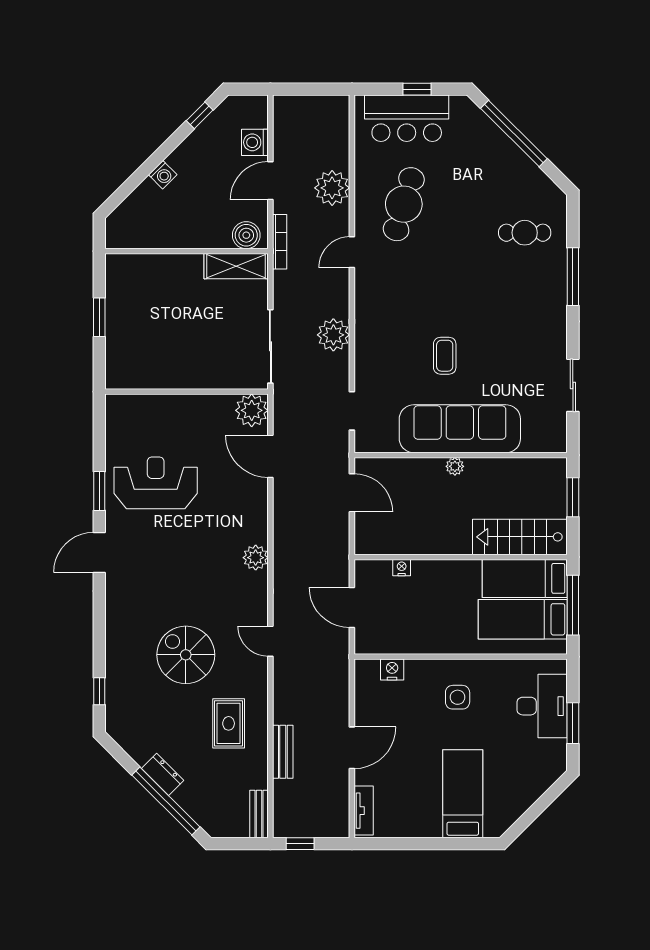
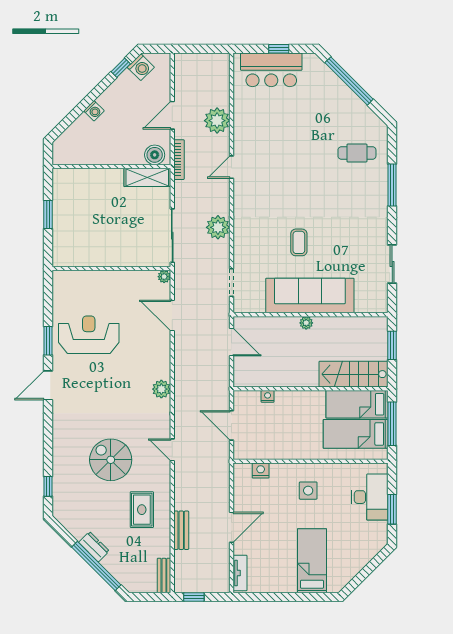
washing machine: (255, 142) -> (141, 67), moved, turned -135
cafe table: (404, 204) -> (269, 132), removed
plant: (252, 410) -> (164, 277), width x0.53, depth x0.53

